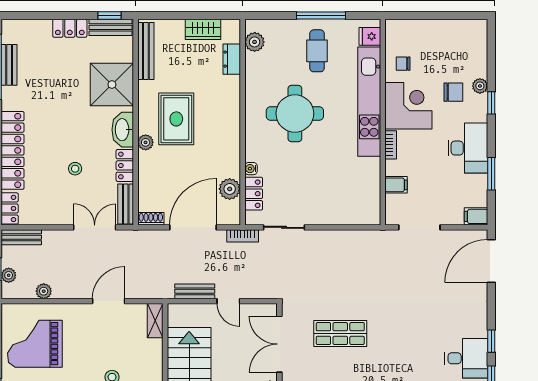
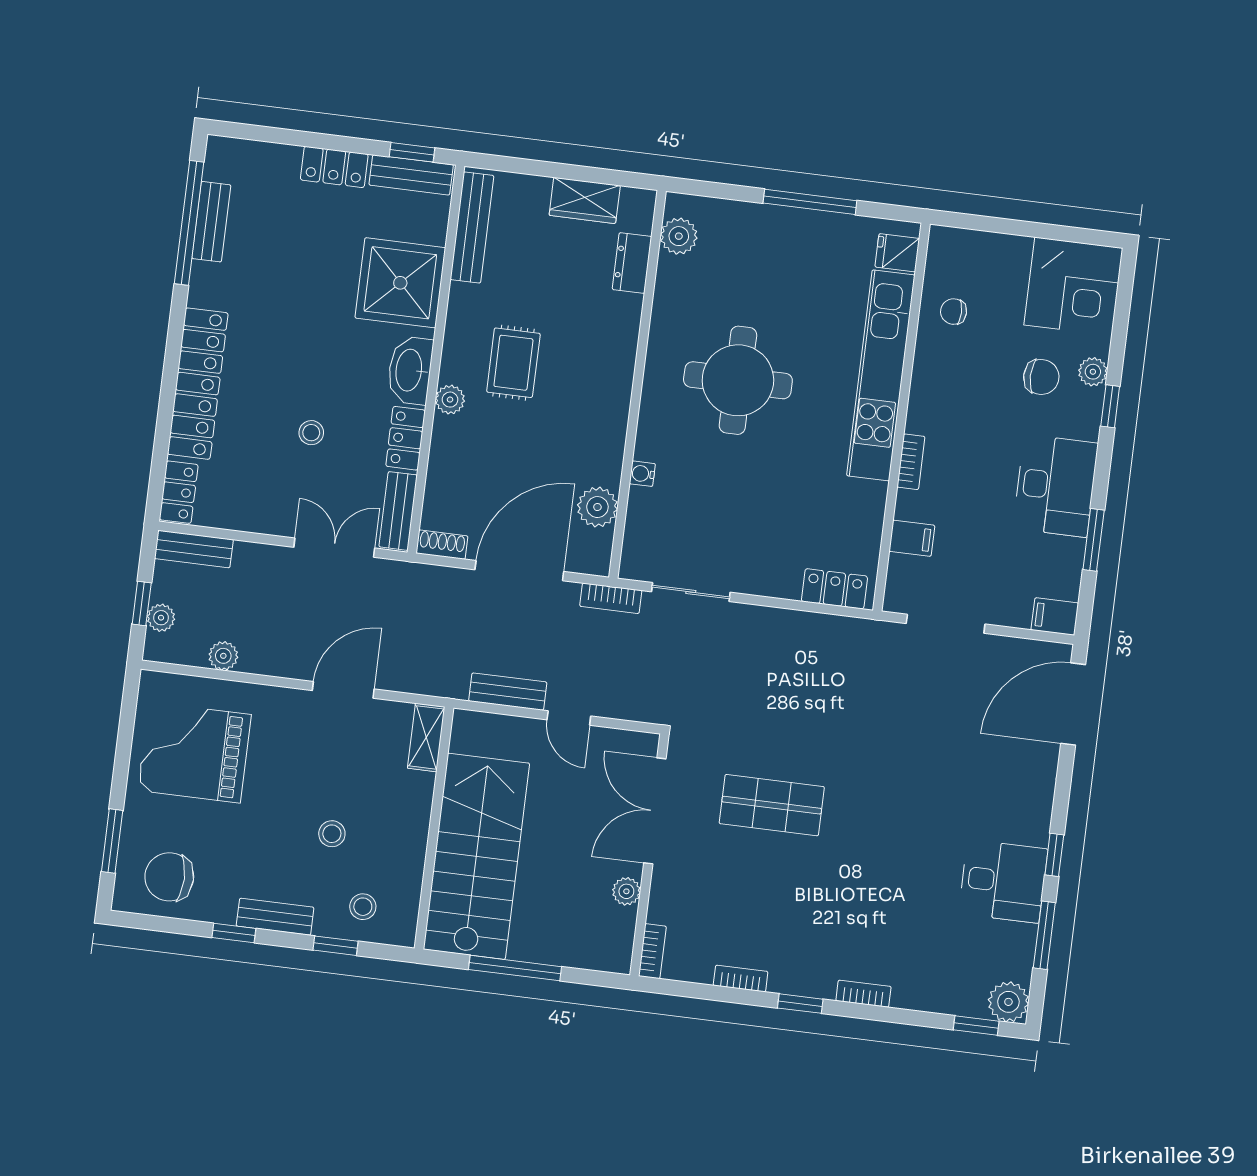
cafe table: (317, 51) -> (794, 267), removed
corner desk: (408, 106) -> (1073, 286), moved, turned 90
rug: (176, 119) -> (513, 363), width x0.73, depth x0.70
locker: (254, 194) -> (834, 589), moved, turned -90

